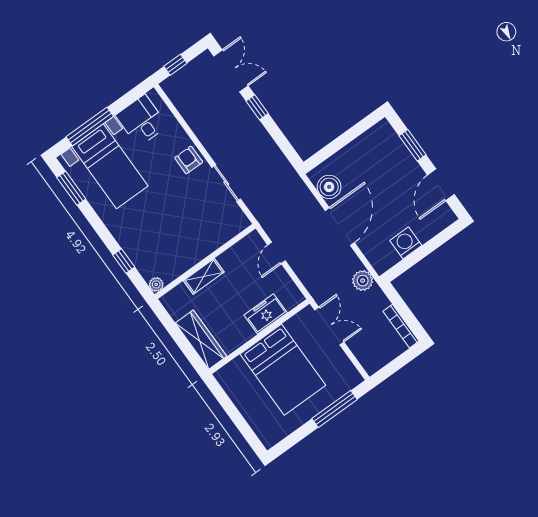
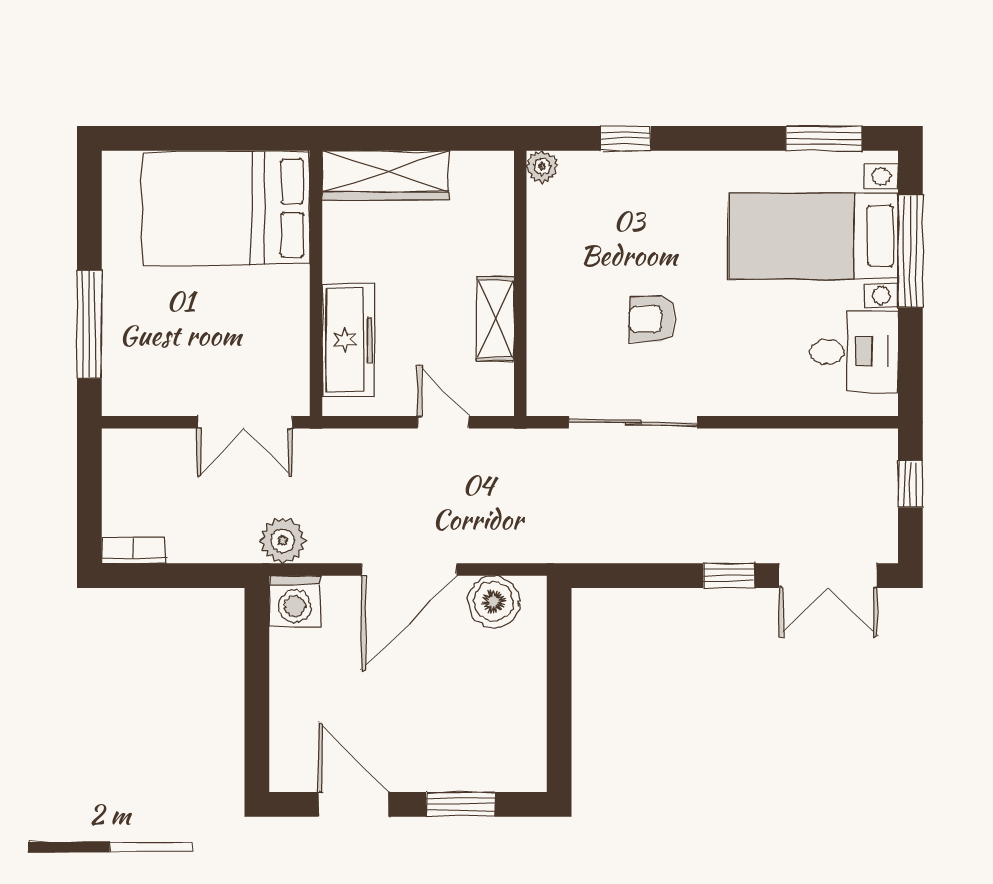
armchair: (189, 160) -> (652, 319), moved, turned 180
sliding door: (226, 183) -> (633, 422), width x1.37
door: (340, 226) -> (409, 569), hinge flipped
washing machine: (406, 243) -> (295, 601), moved, turned 90
shelving: (204, 276) -> (495, 319), moved
freezer: (266, 314) -> (348, 340), width x1.40
bookcase: (401, 326) -> (134, 550), width x0.64
bed: (283, 370) -> (226, 208), moved

